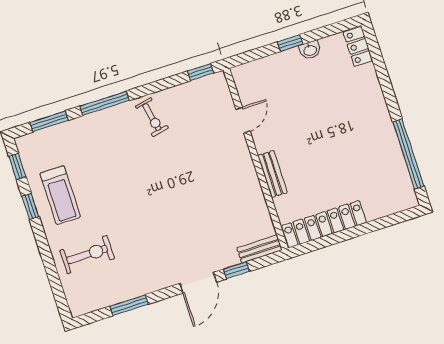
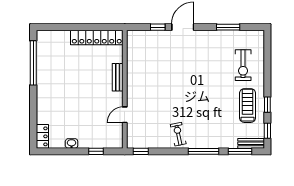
window: (290, 43) -> (96, 151), moved
bench: (259, 249) -> (251, 143), moved
exercise bike: (87, 255) -> (243, 65), turned -90

